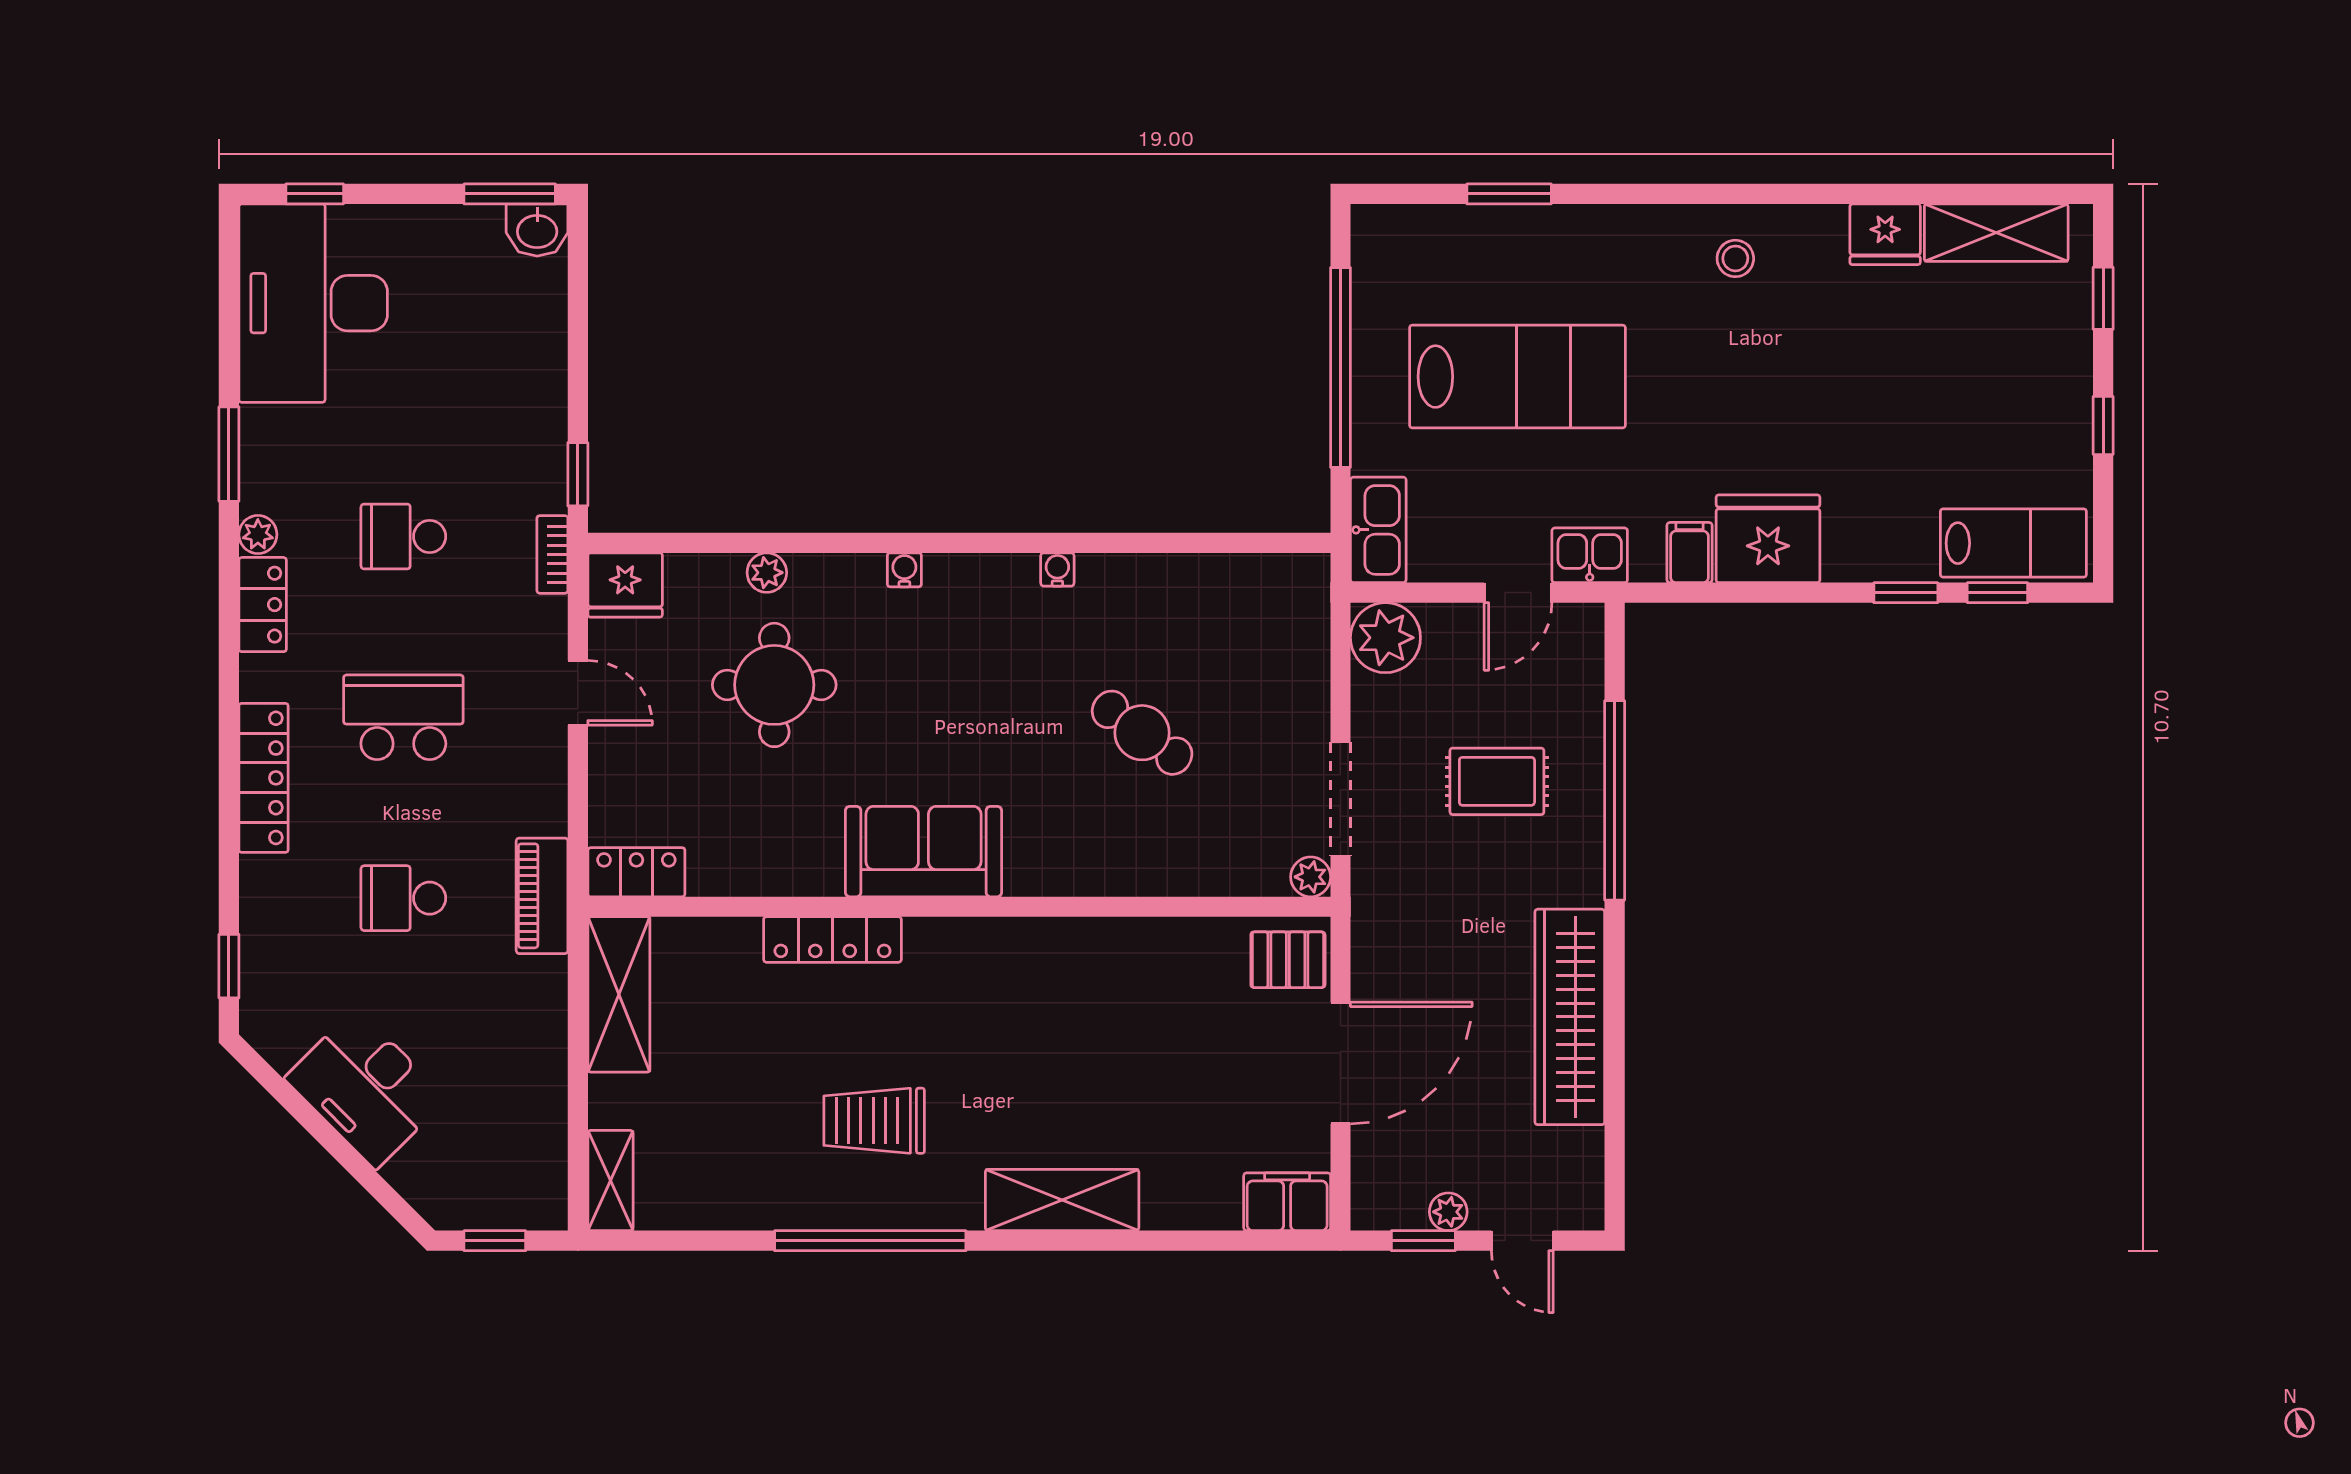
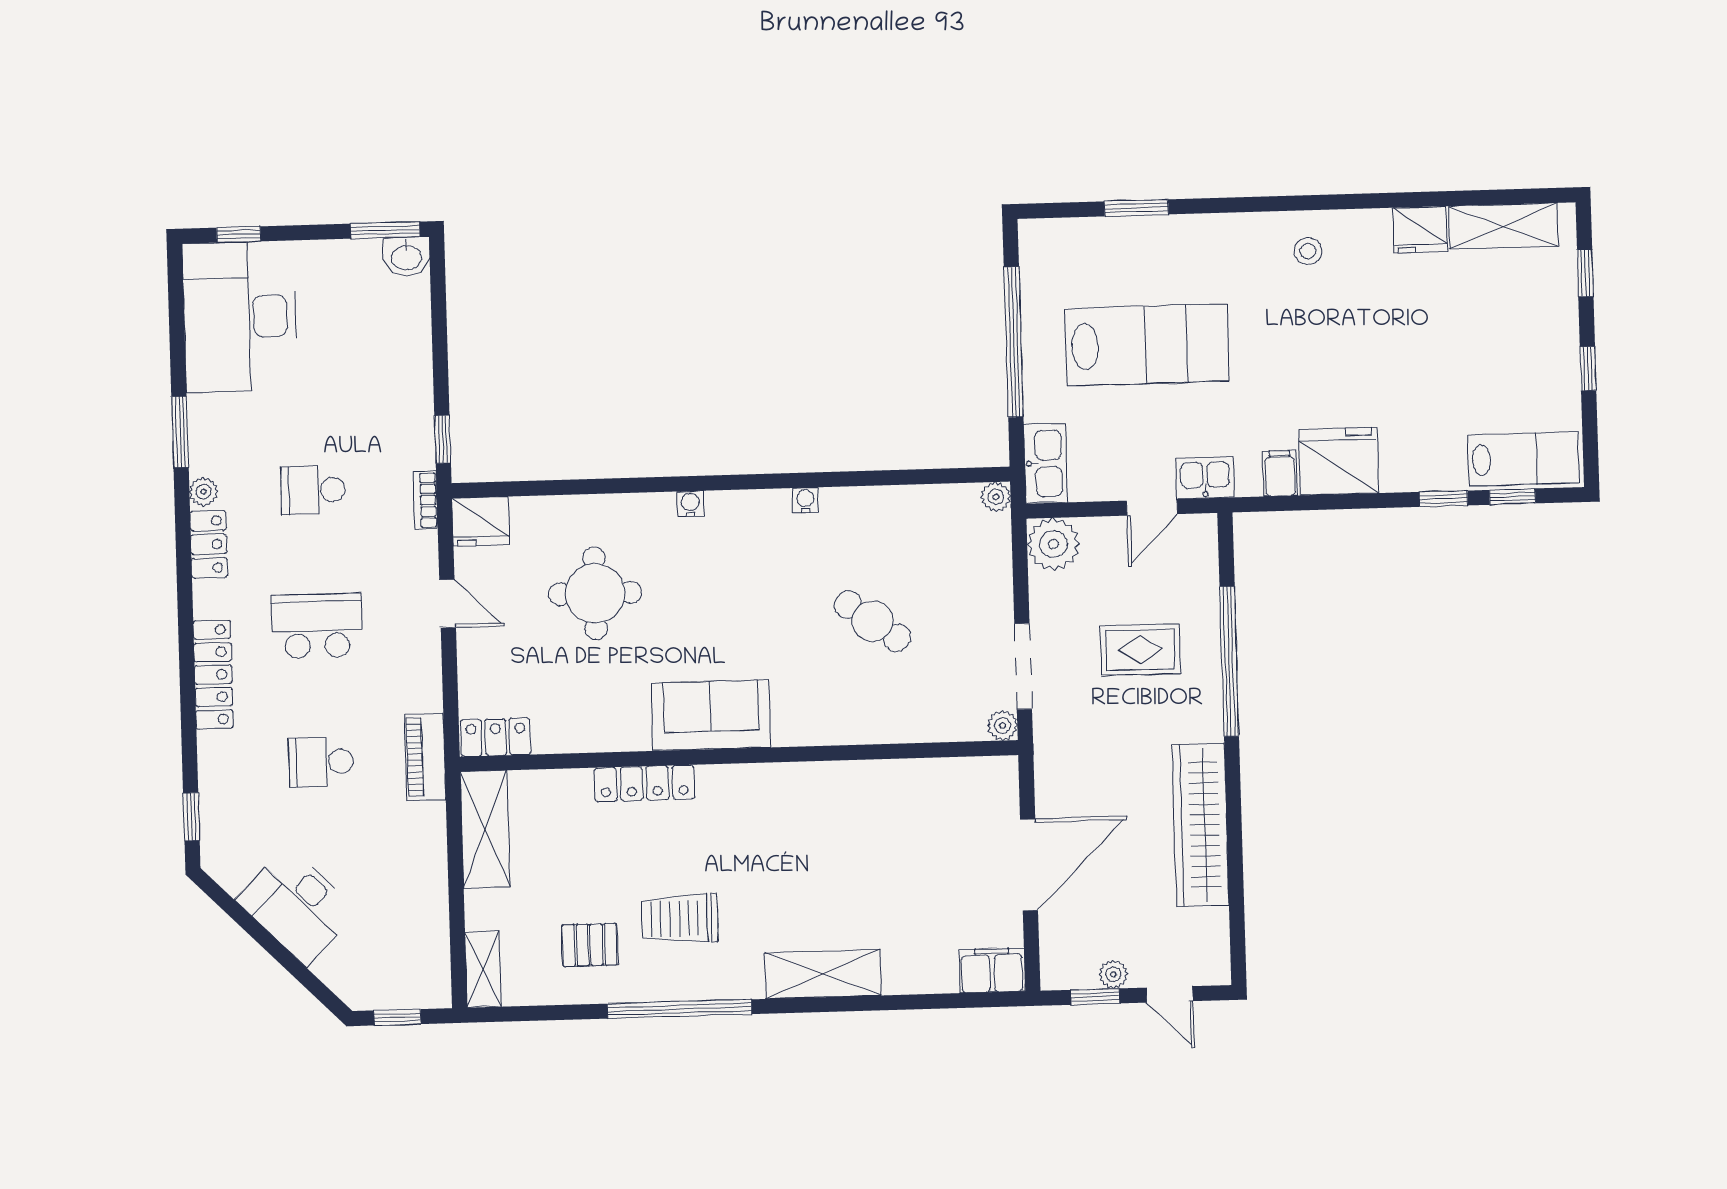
plant: (767, 573) -> (996, 497), moved
pallet: (1288, 960) -> (590, 945), moved

